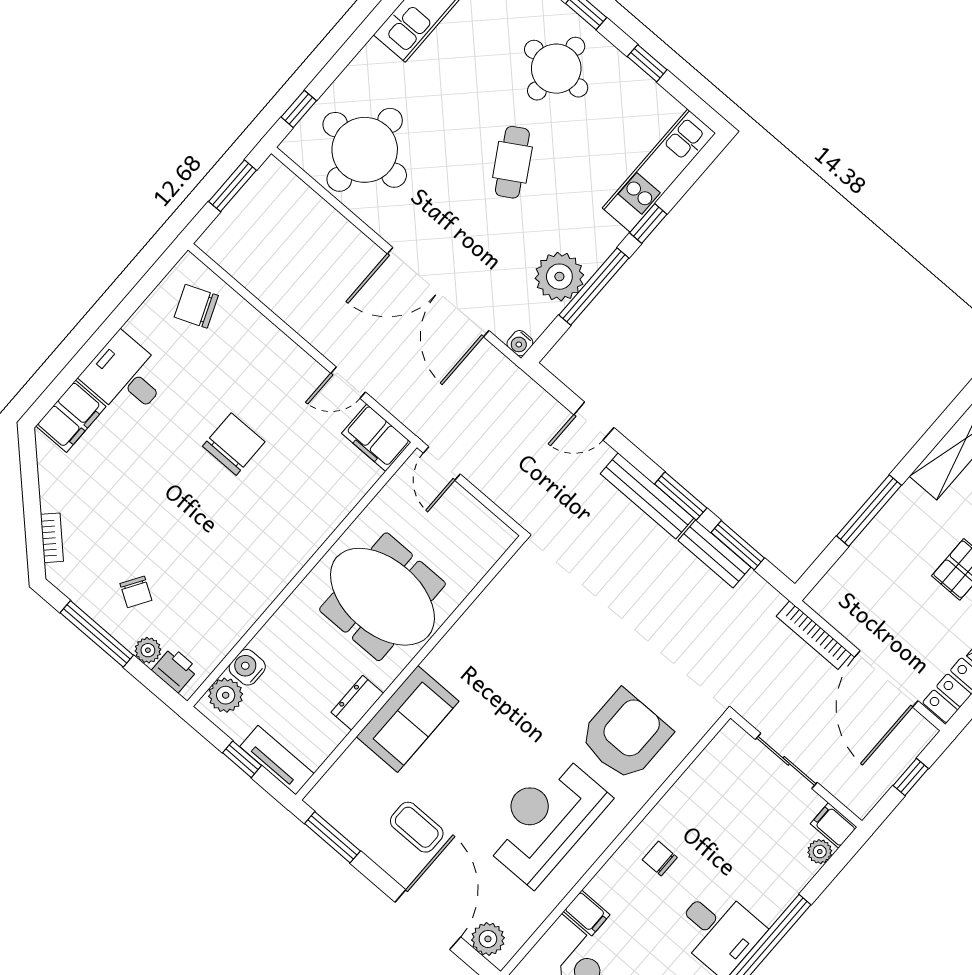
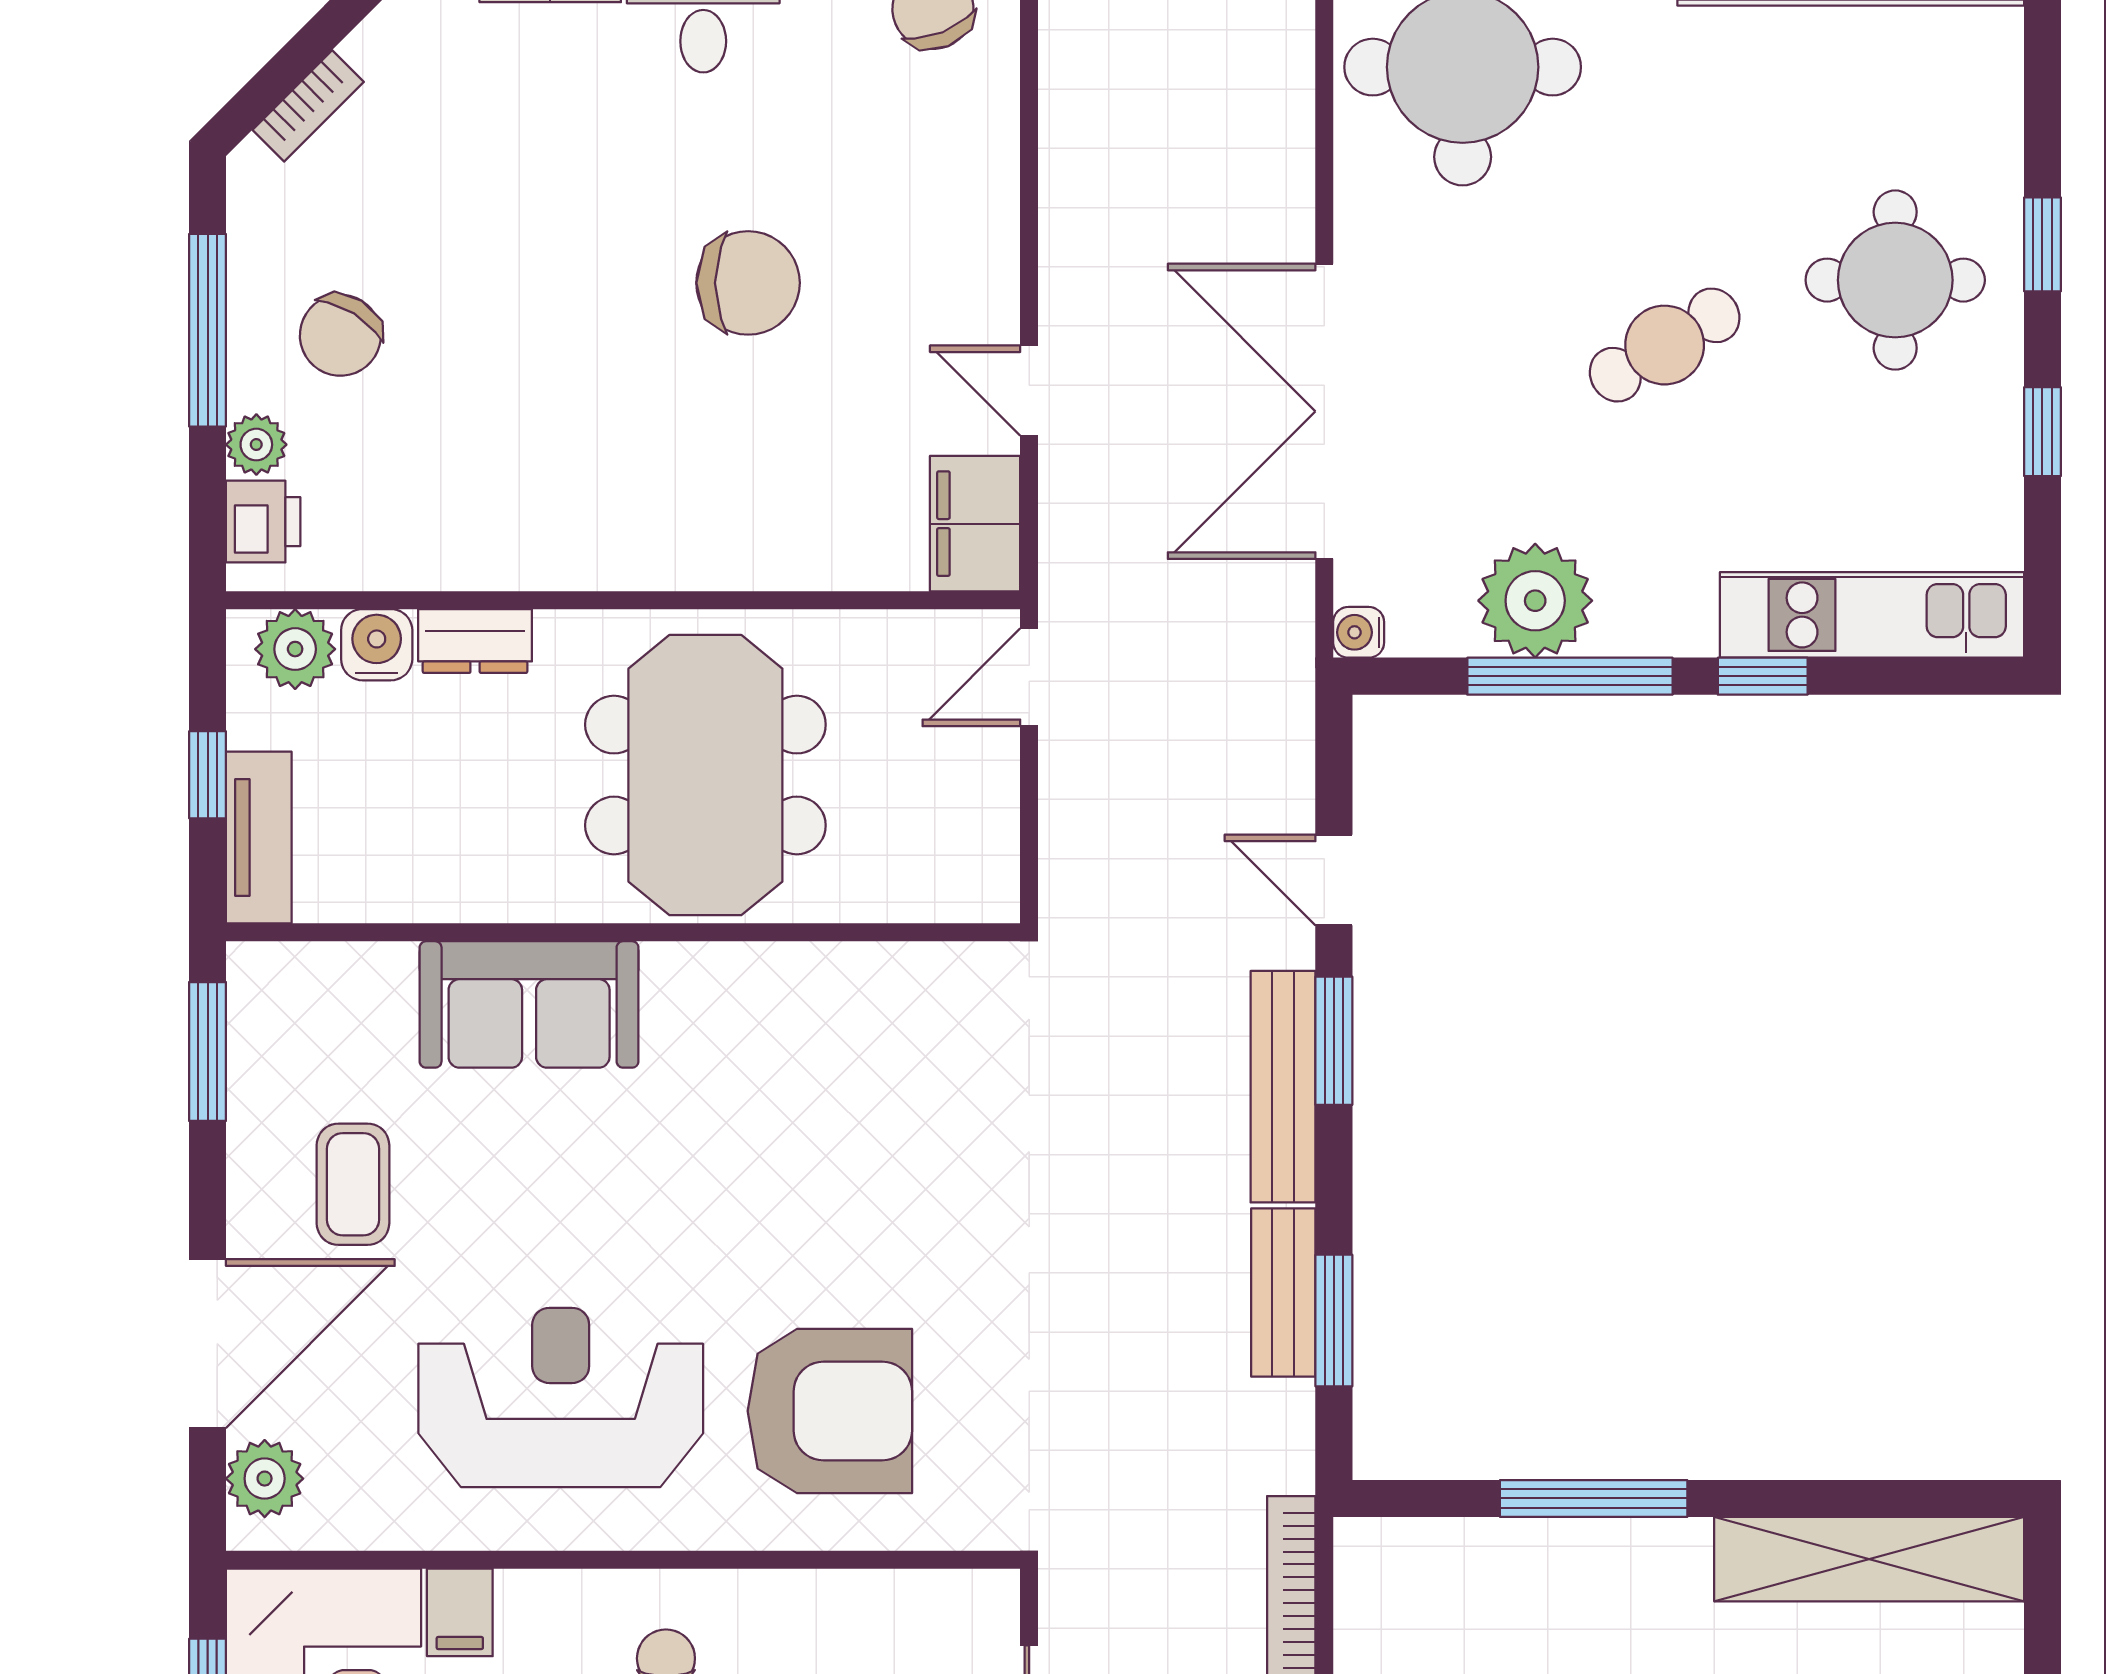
window: (681, 496) -> (1334, 1041), moved
chair: (136, 592) -> (340, 335), width x1.37, depth x1.37
dresser: (357, 703) -> (475, 641), moved, turned 180

